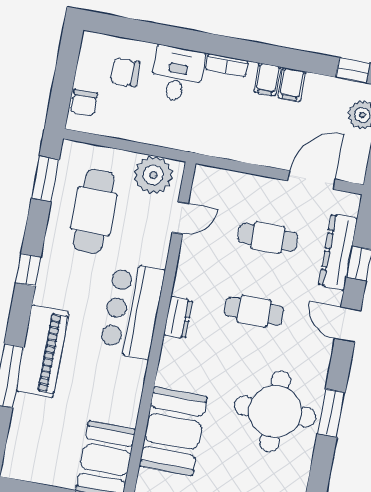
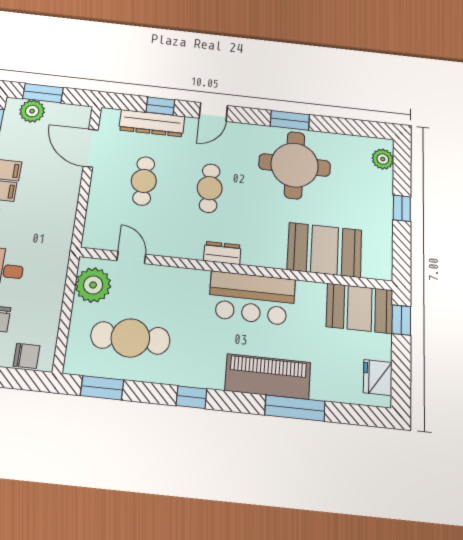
bar counter: (132, 310) -> (252, 298), moved
fridge: (32, 467) -> (378, 378), added

